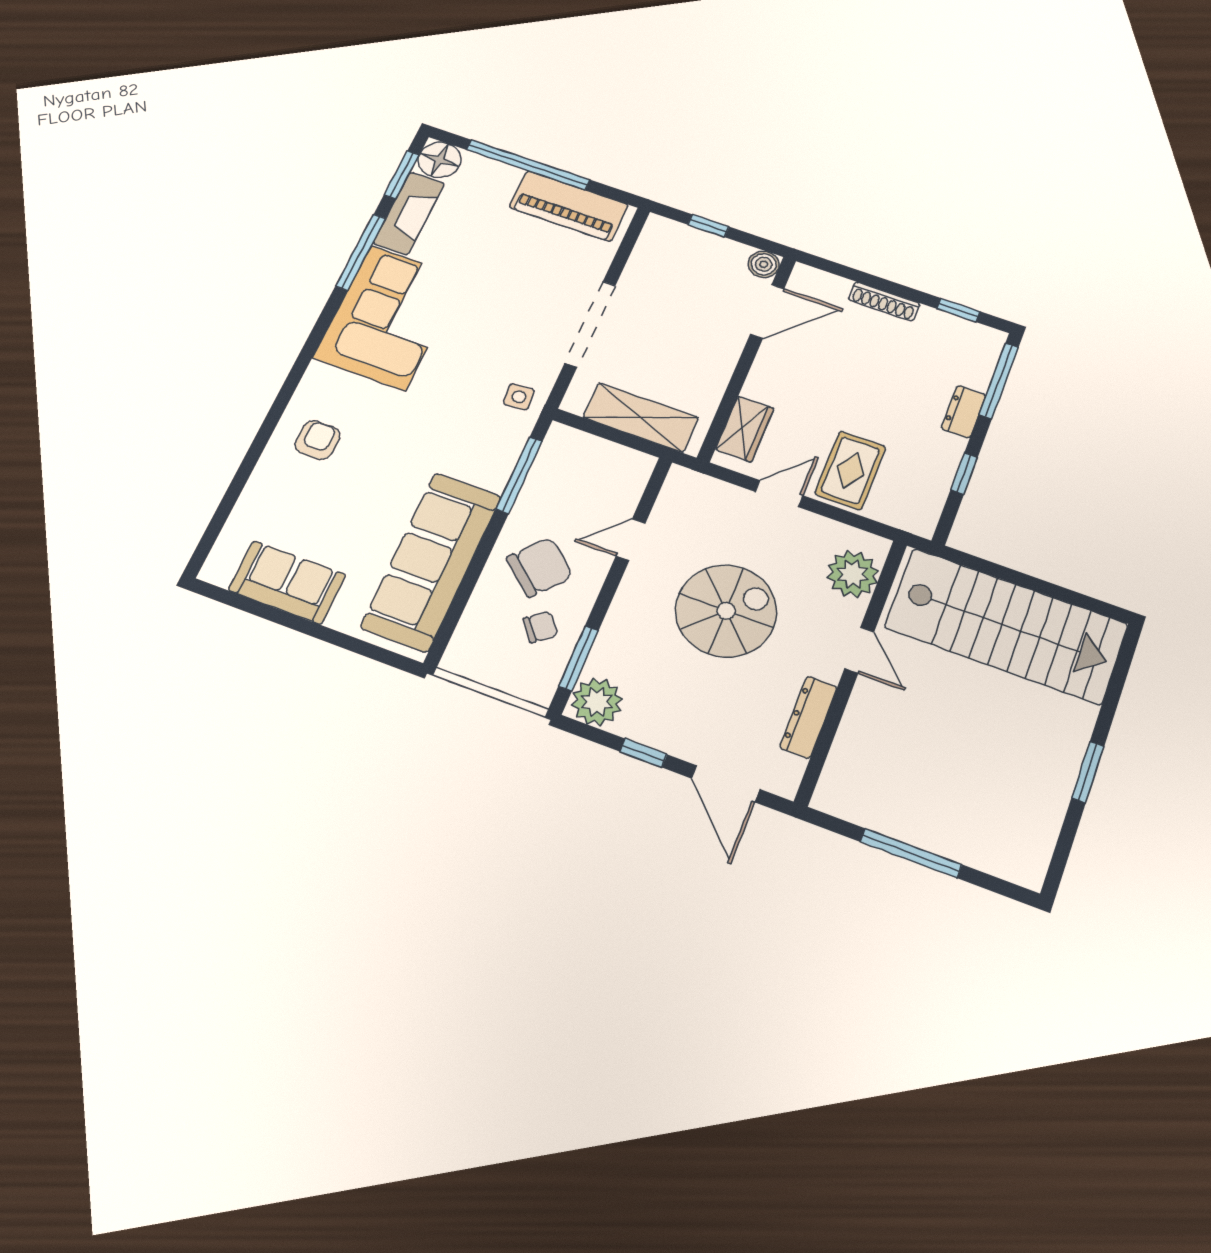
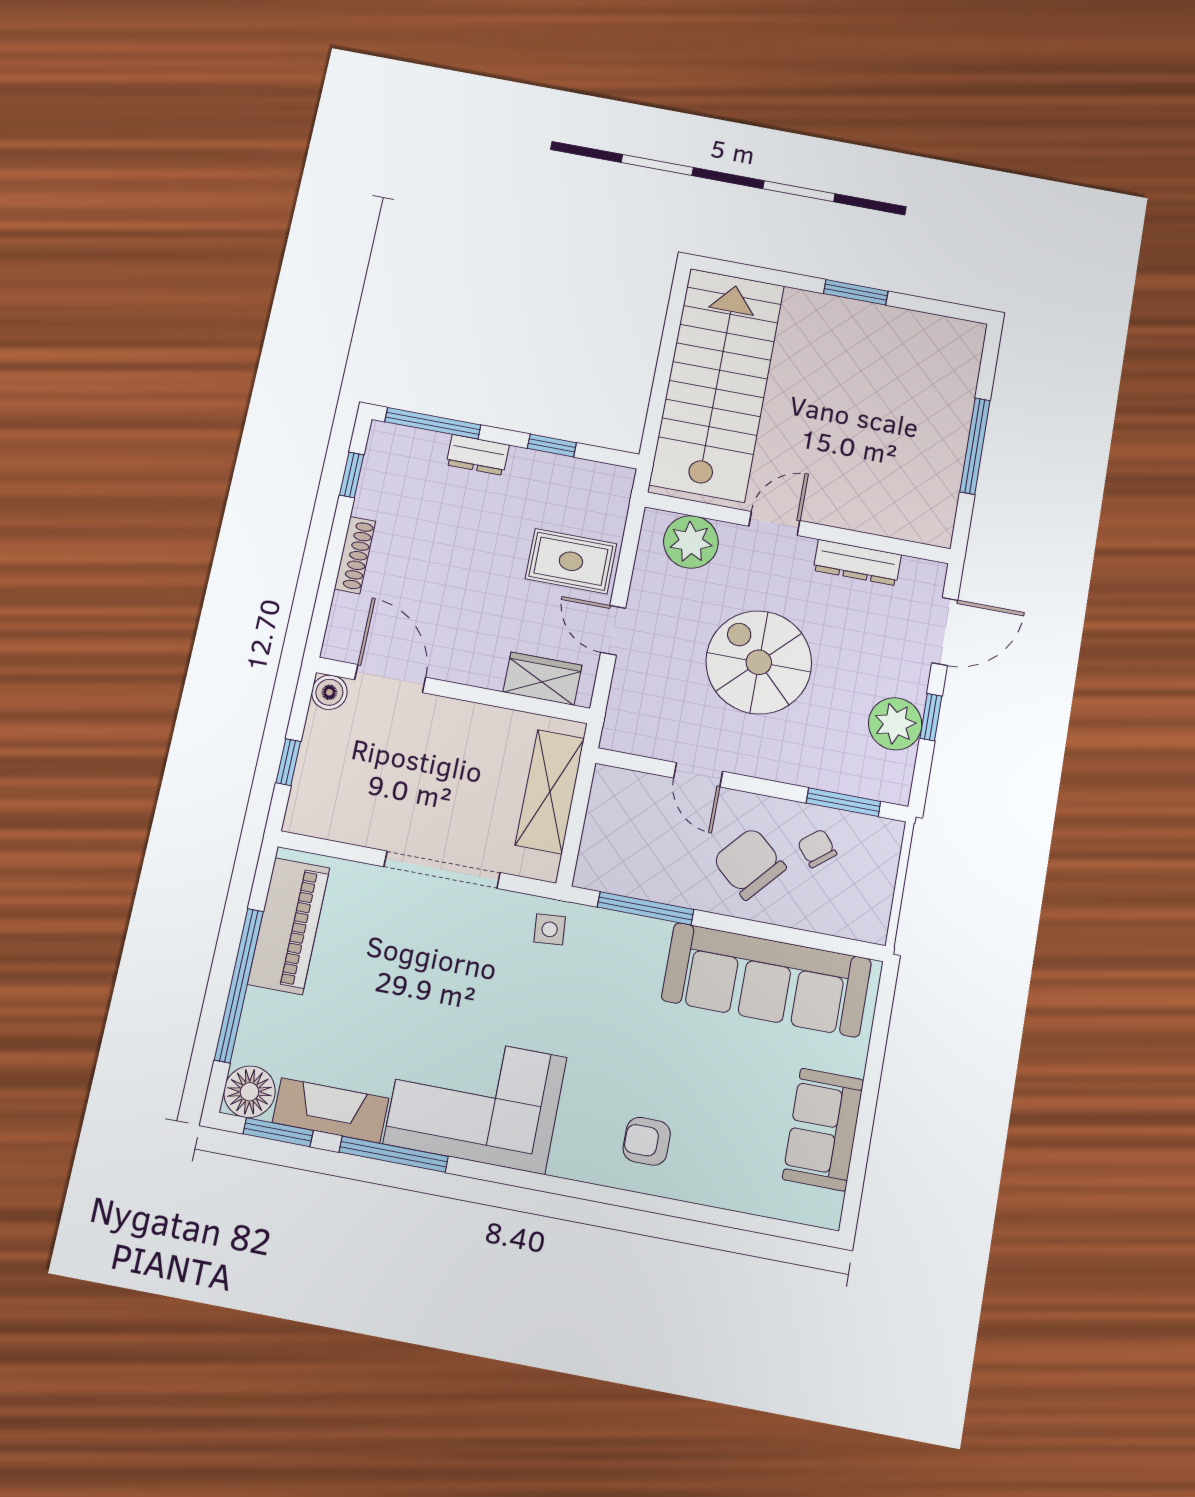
plant: (597, 702) -> (895, 724), moved

